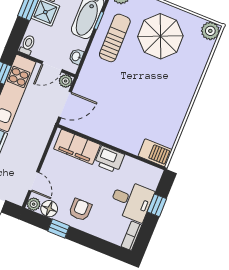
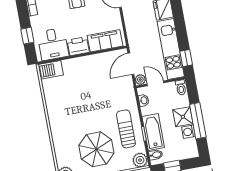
sun lounger: (115, 38) -> (126, 129), turned 180
door: (52, 67) -> (155, 83), hinge flipped
desk: (131, 201) -> (53, 44), moved, turned -90

